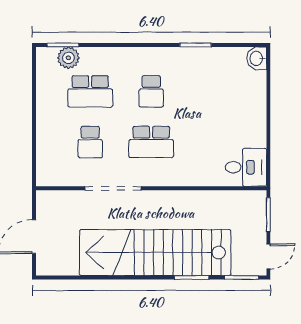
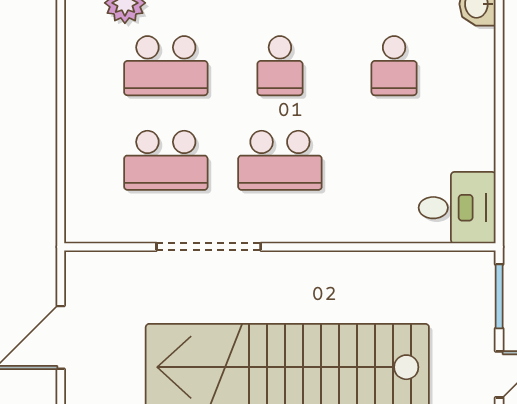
school desk: (212, 91) -> (394, 66), added
school desk: (90, 142) -> (166, 160), width x1.85

